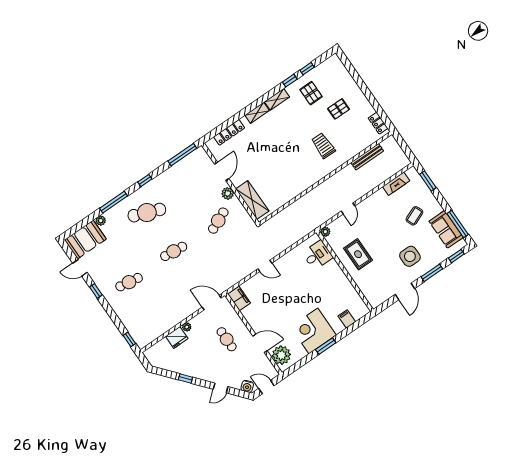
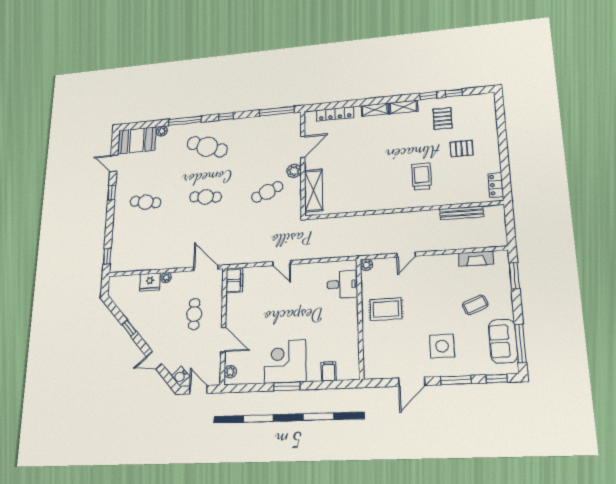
rug: (358, 254) -> (386, 309), turned 90
plant: (281, 355) -> (230, 372), width x0.53, depth x0.53

